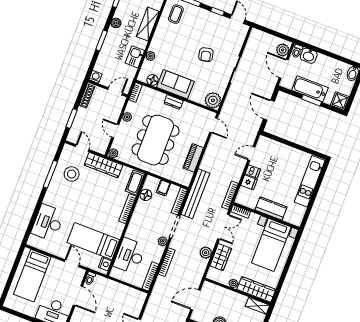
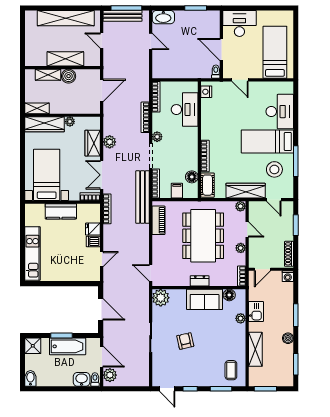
piano: (193, 158) -> (158, 220), moved
bed: (93, 241) -> (267, 141), moved, turned 180

